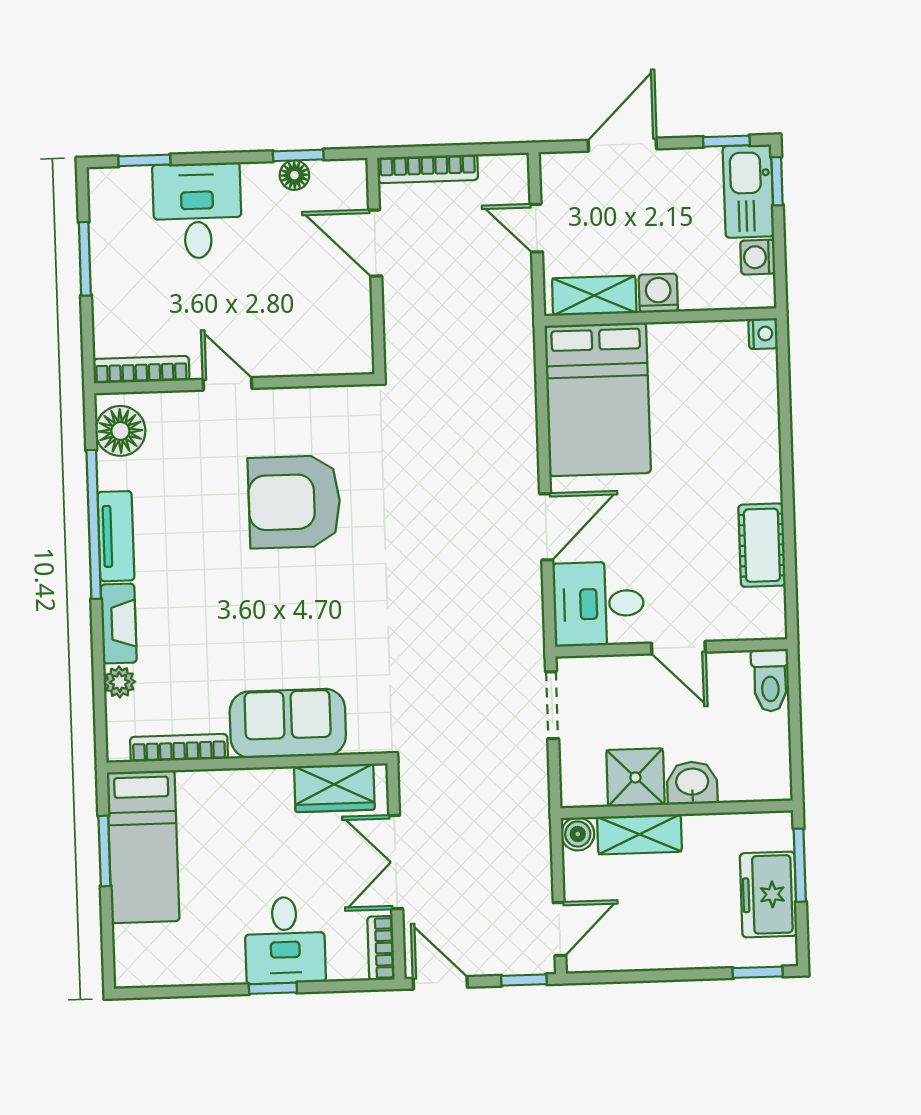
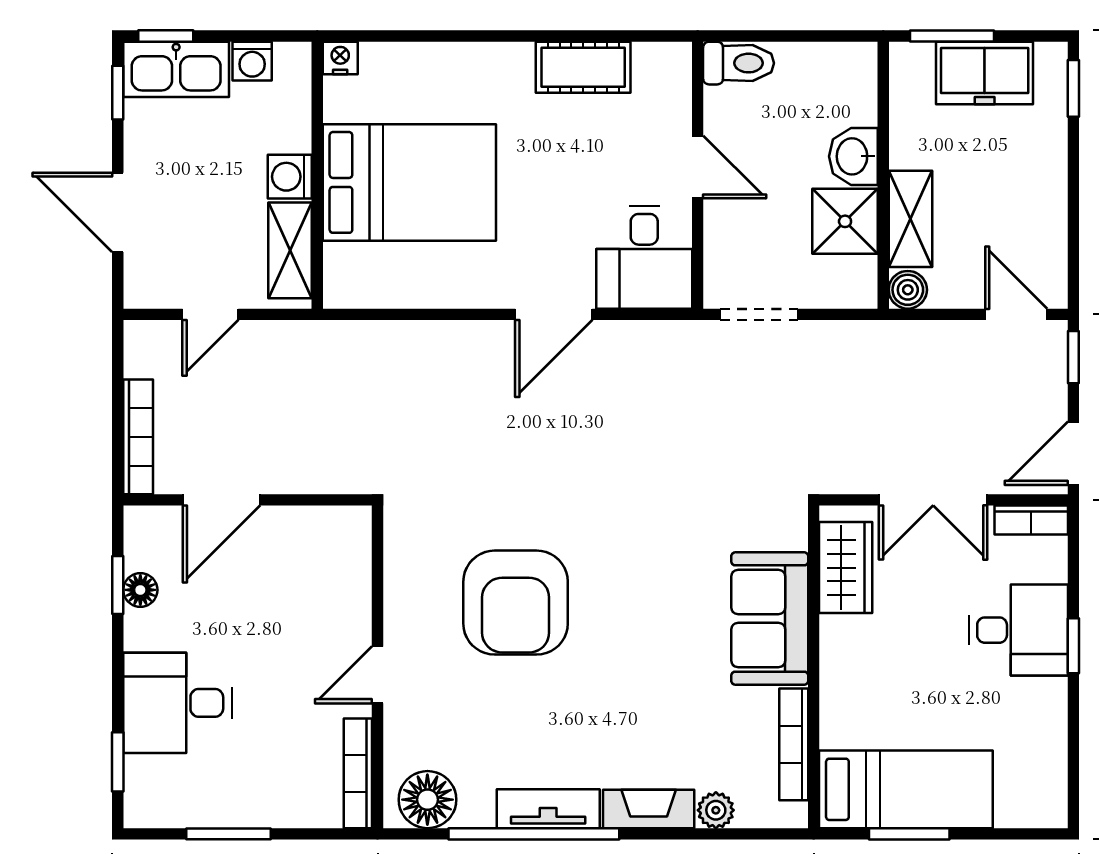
bed: (598, 399) -> (409, 182), moved
door: (546, 527) -> (554, 314), swing flipped
door: (678, 648) -> (698, 167), hinge flipped

